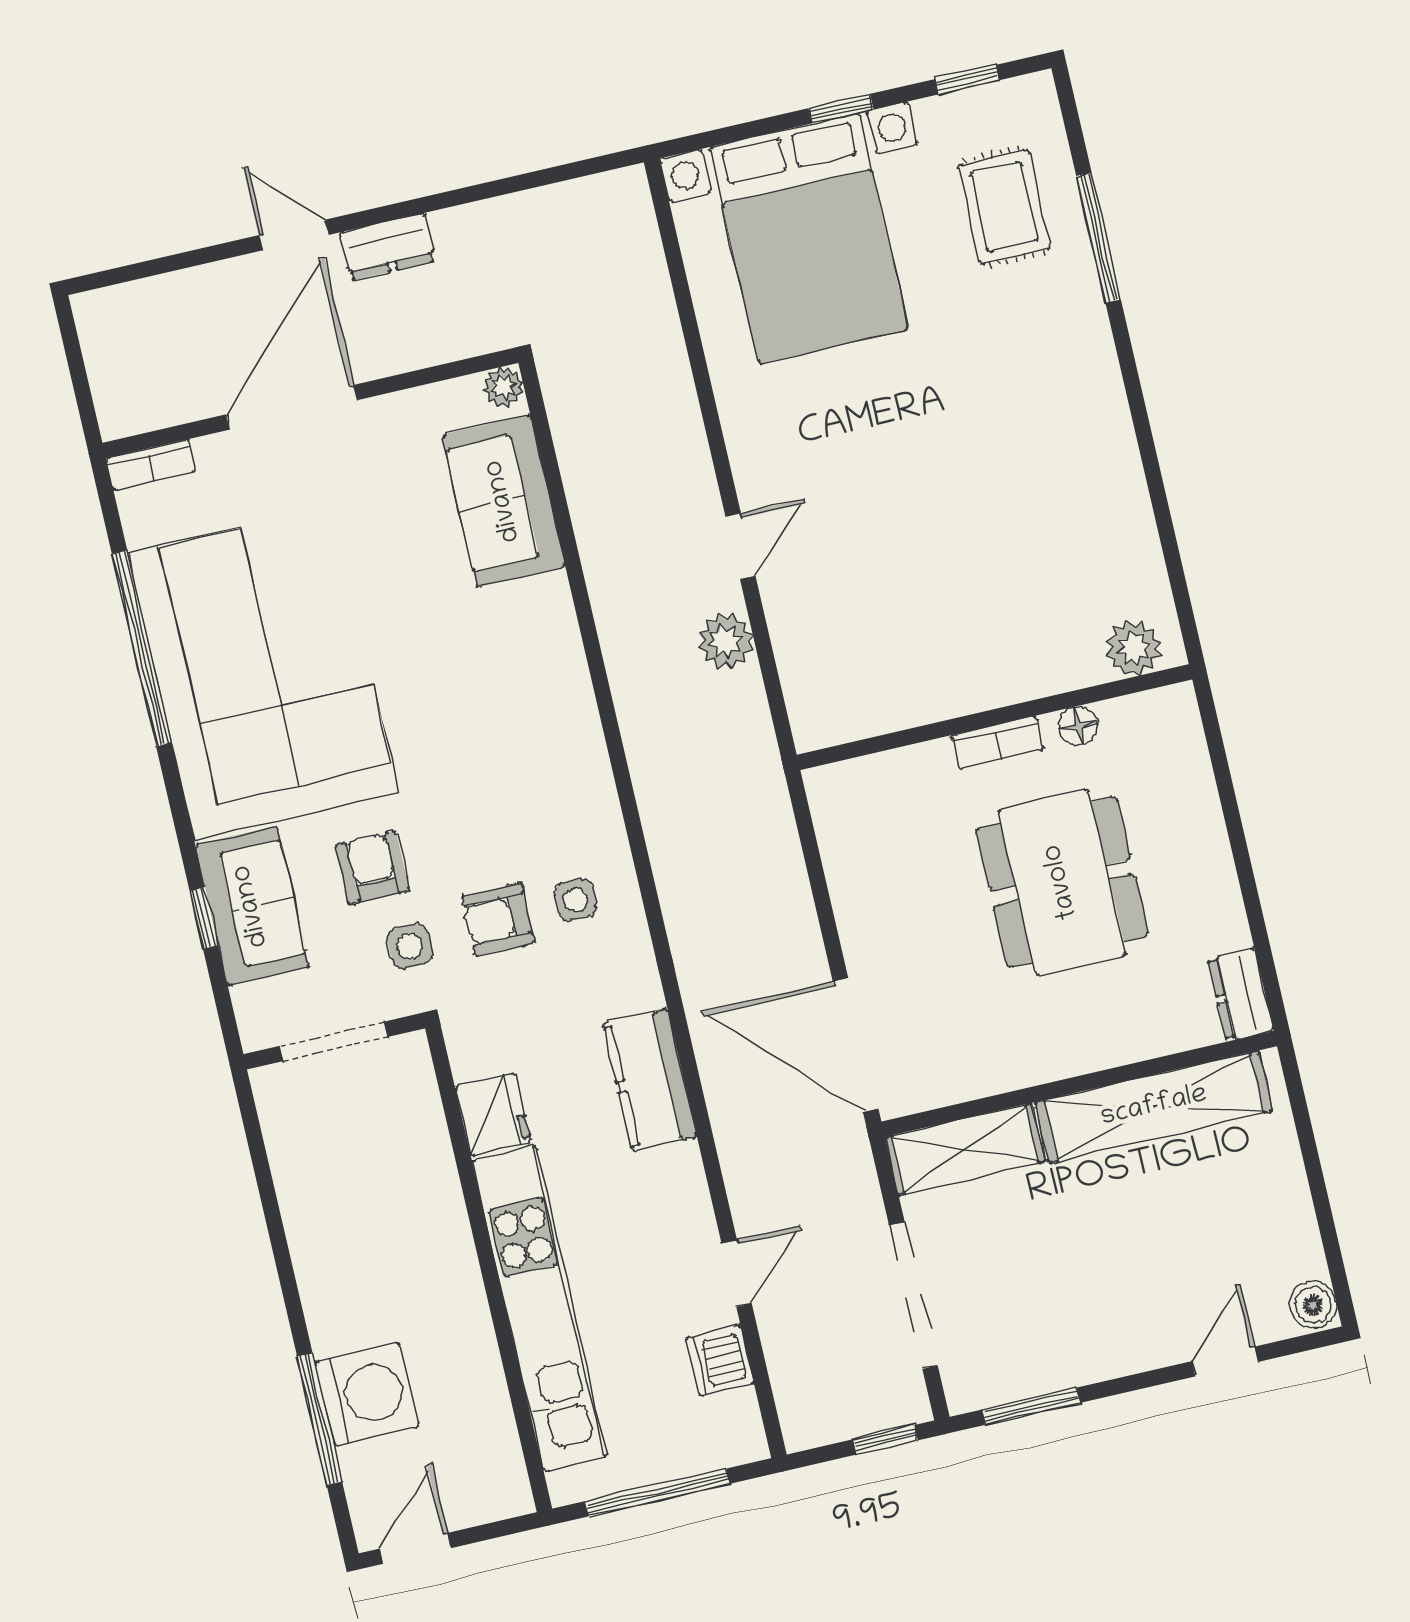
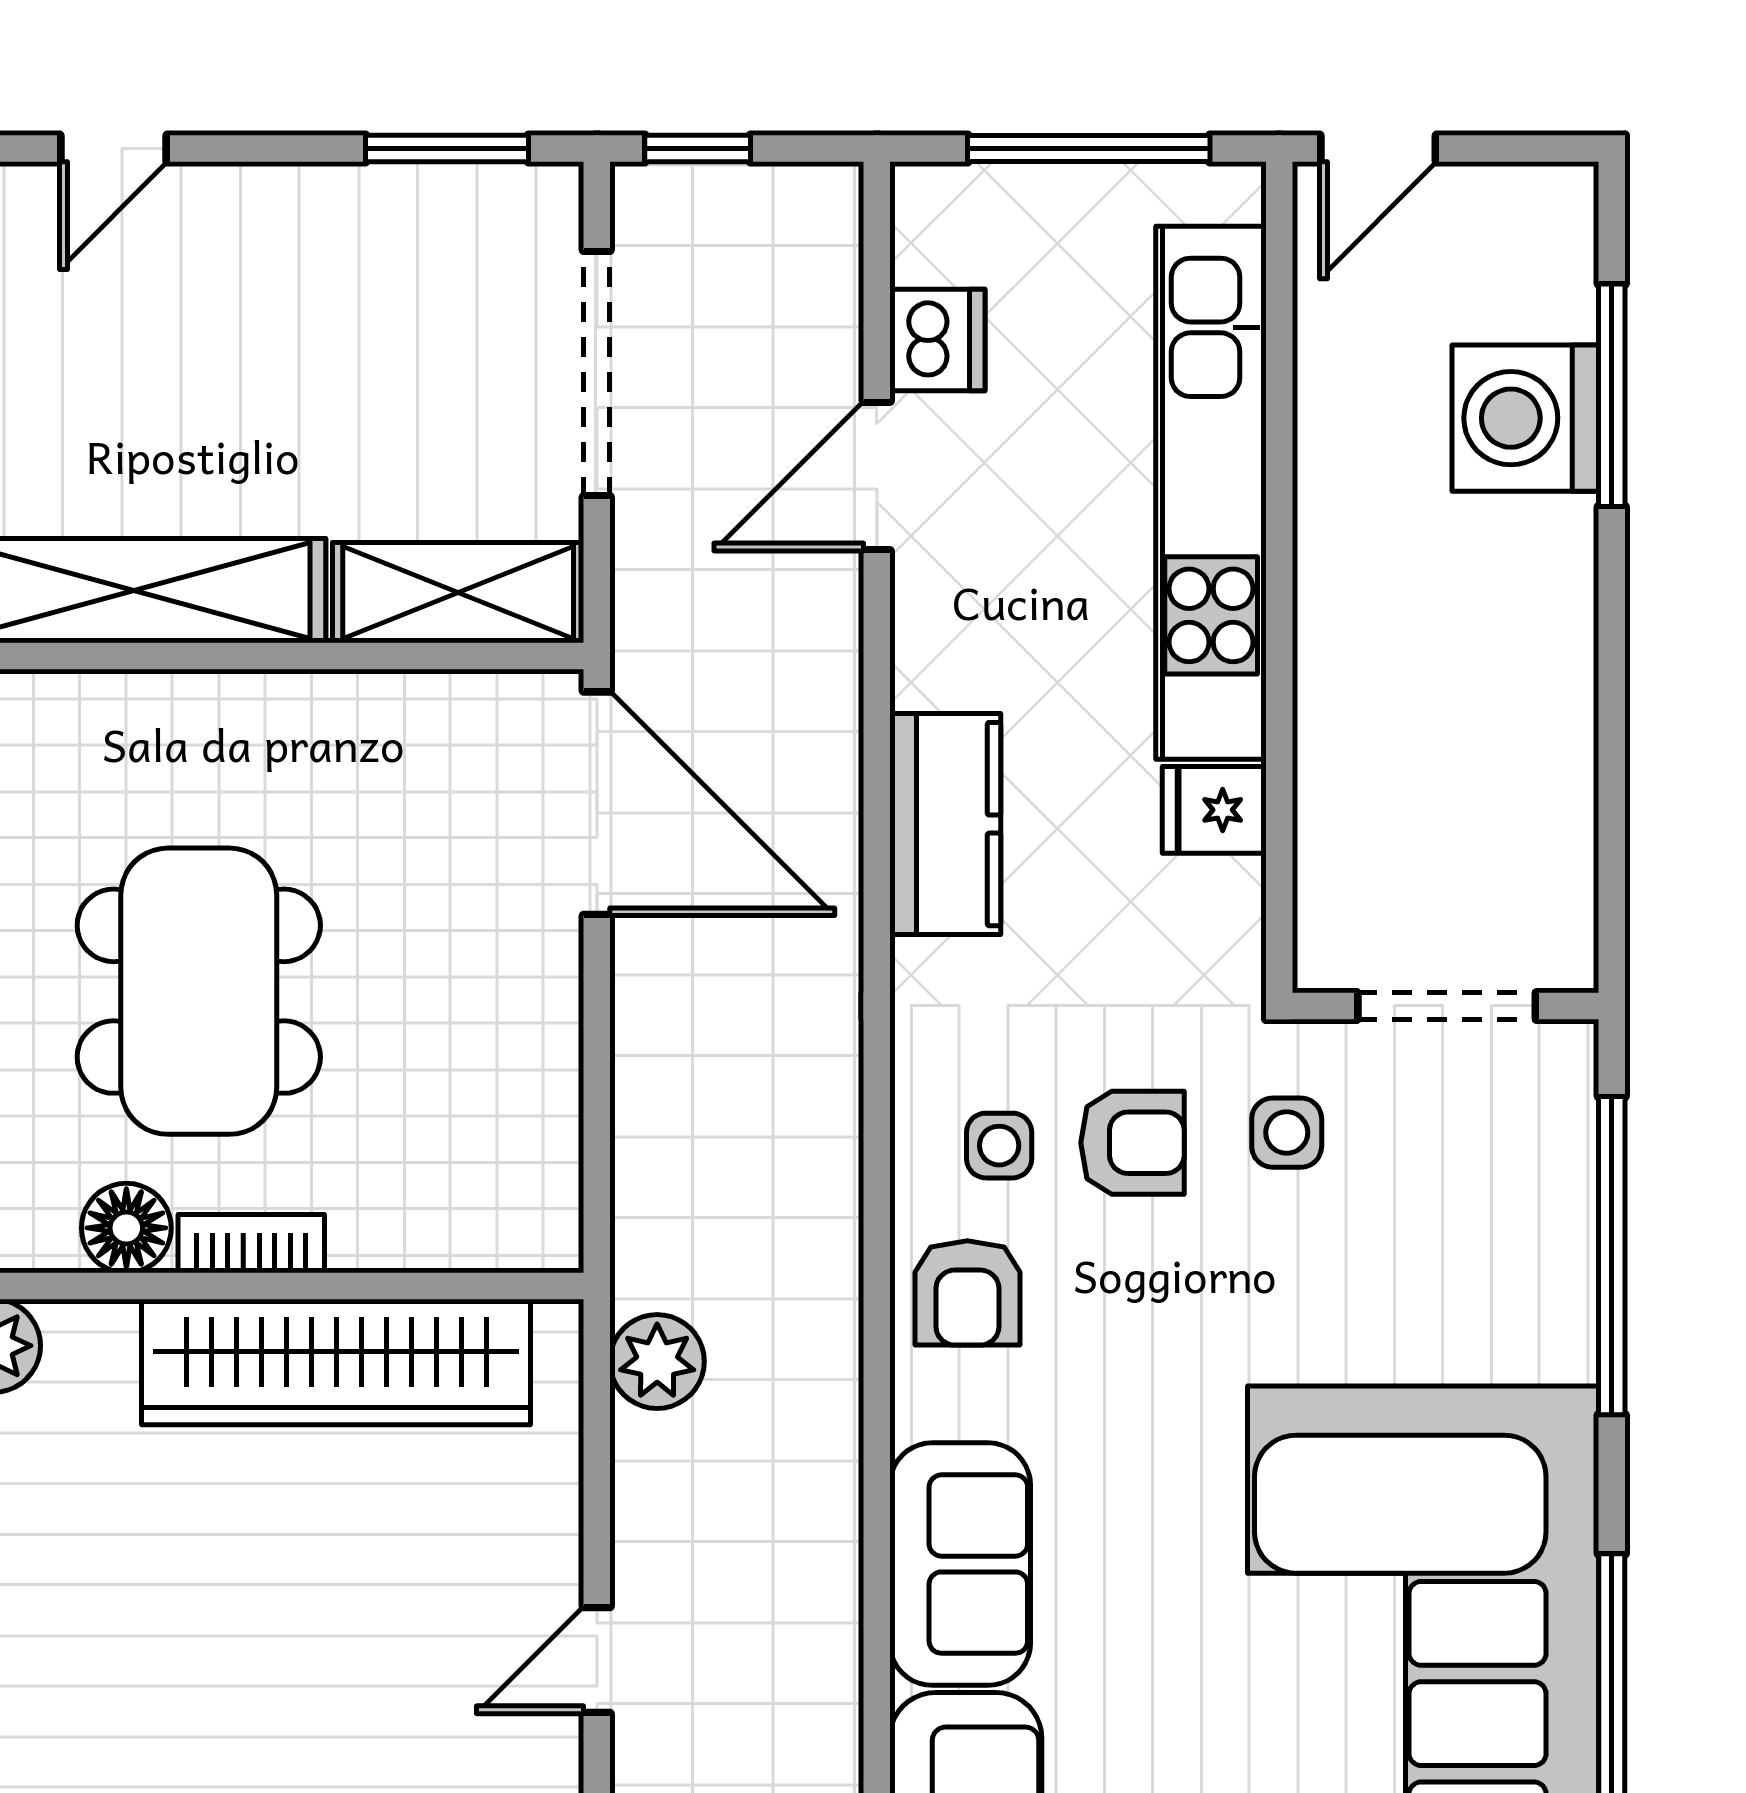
plant: (726, 641) -> (657, 1362), moved
wardrobe: (932, 685) -> (336, 1362), added
floor lamp: (1078, 726) -> (126, 1228), width x1.37, depth x1.37
armchair: (372, 868) -> (967, 1293), moved
sofa: (252, 906) -> (960, 1564), moved, turned 180
window: (204, 918) -> (1612, 1256), width x3.17
fridge: (493, 1115) -> (1214, 810), width x0.72
door: (737, 1273) -> (877, 476), width x1.38
door: (415, 1548) -> (1378, 149), moved

